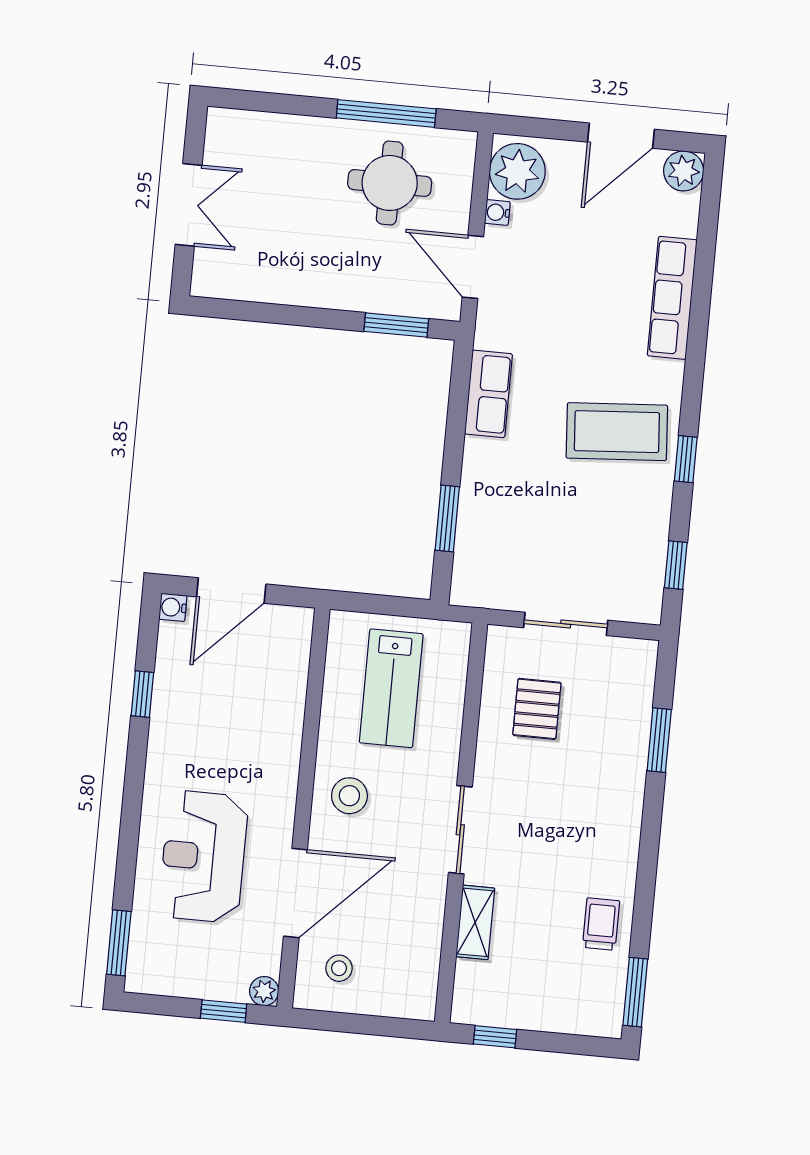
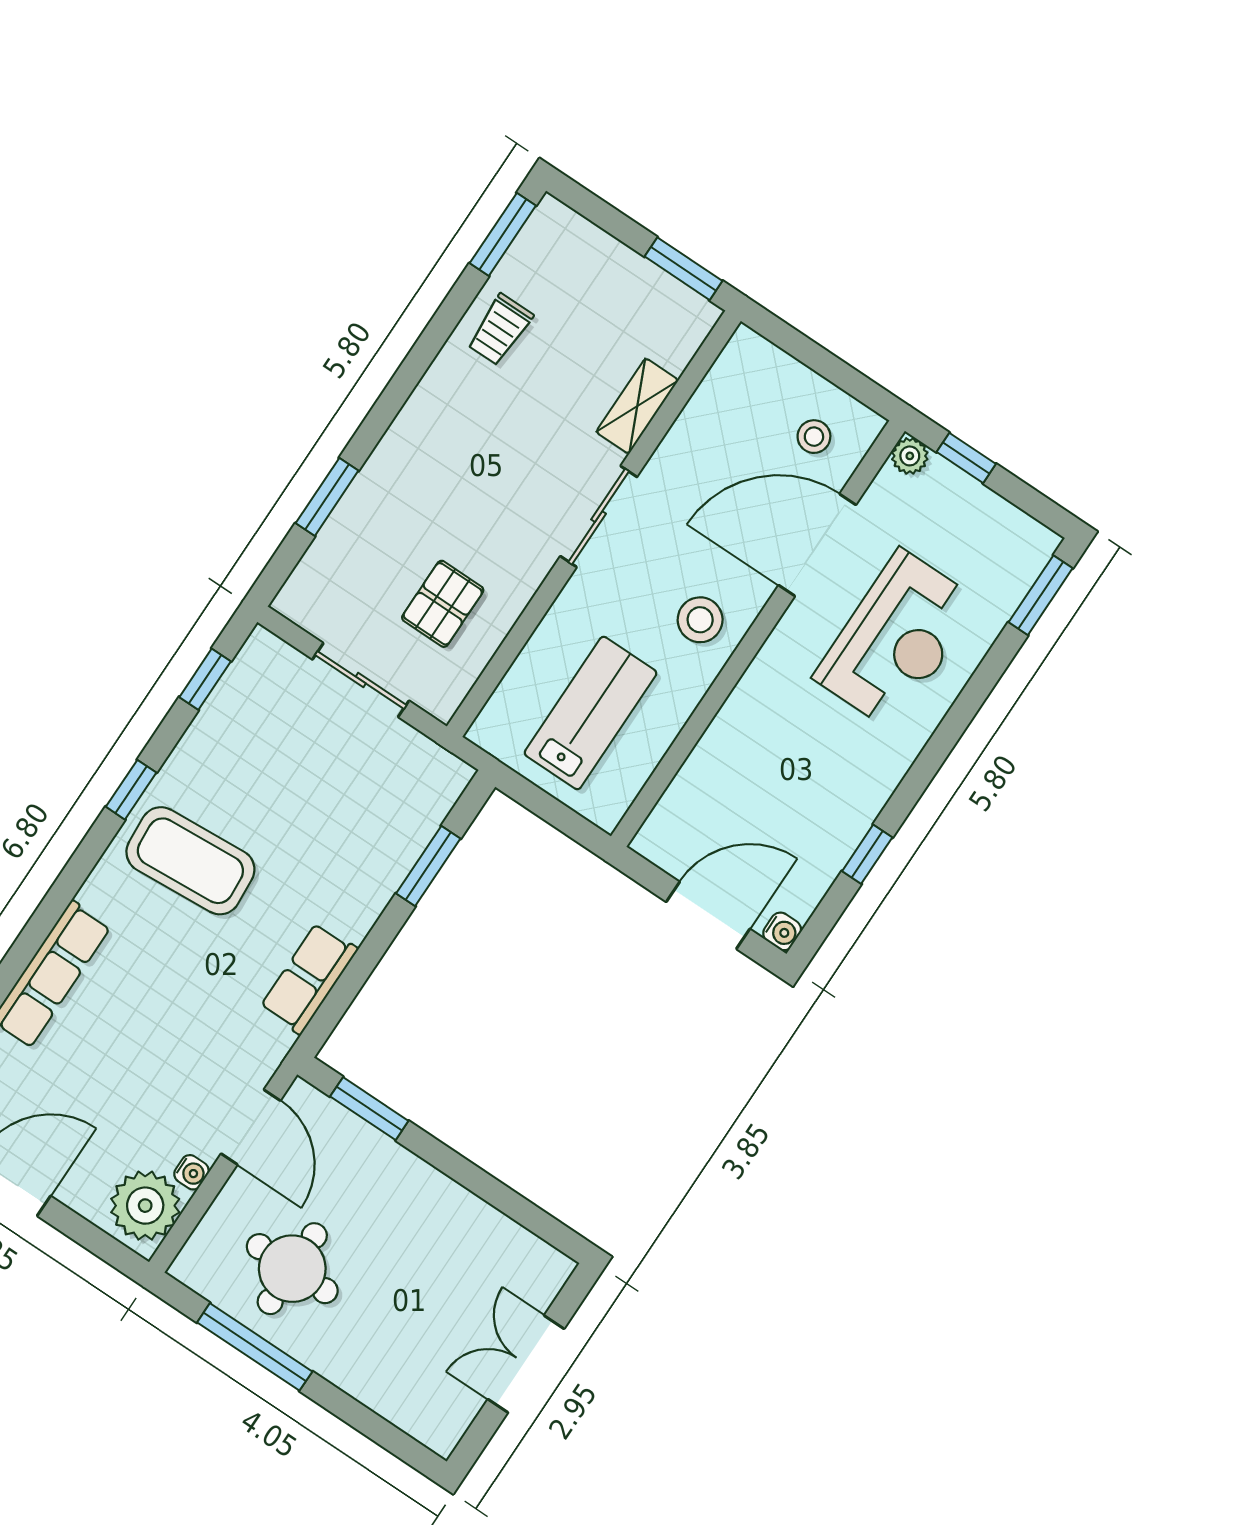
window: (495, 1037) -> (683, 269), width x1.50

